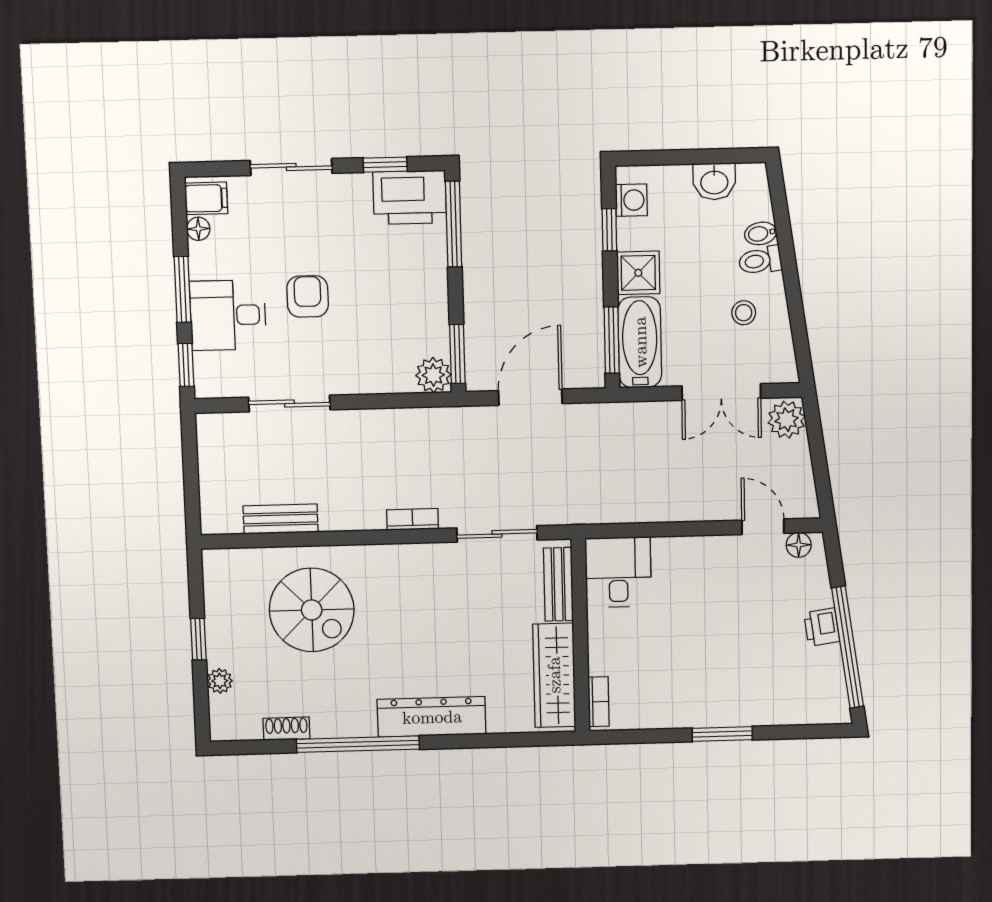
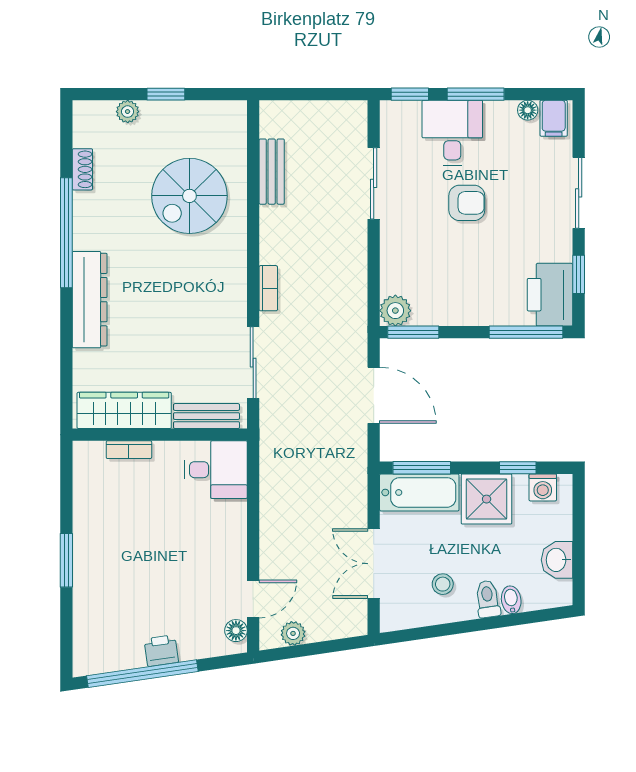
shower: (638, 273) -> (487, 499), width x1.36, depth x1.36
plant: (787, 420) -> (293, 633), moved, width x0.73, depth x0.73
bookcase: (599, 702) -> (129, 450), moved

